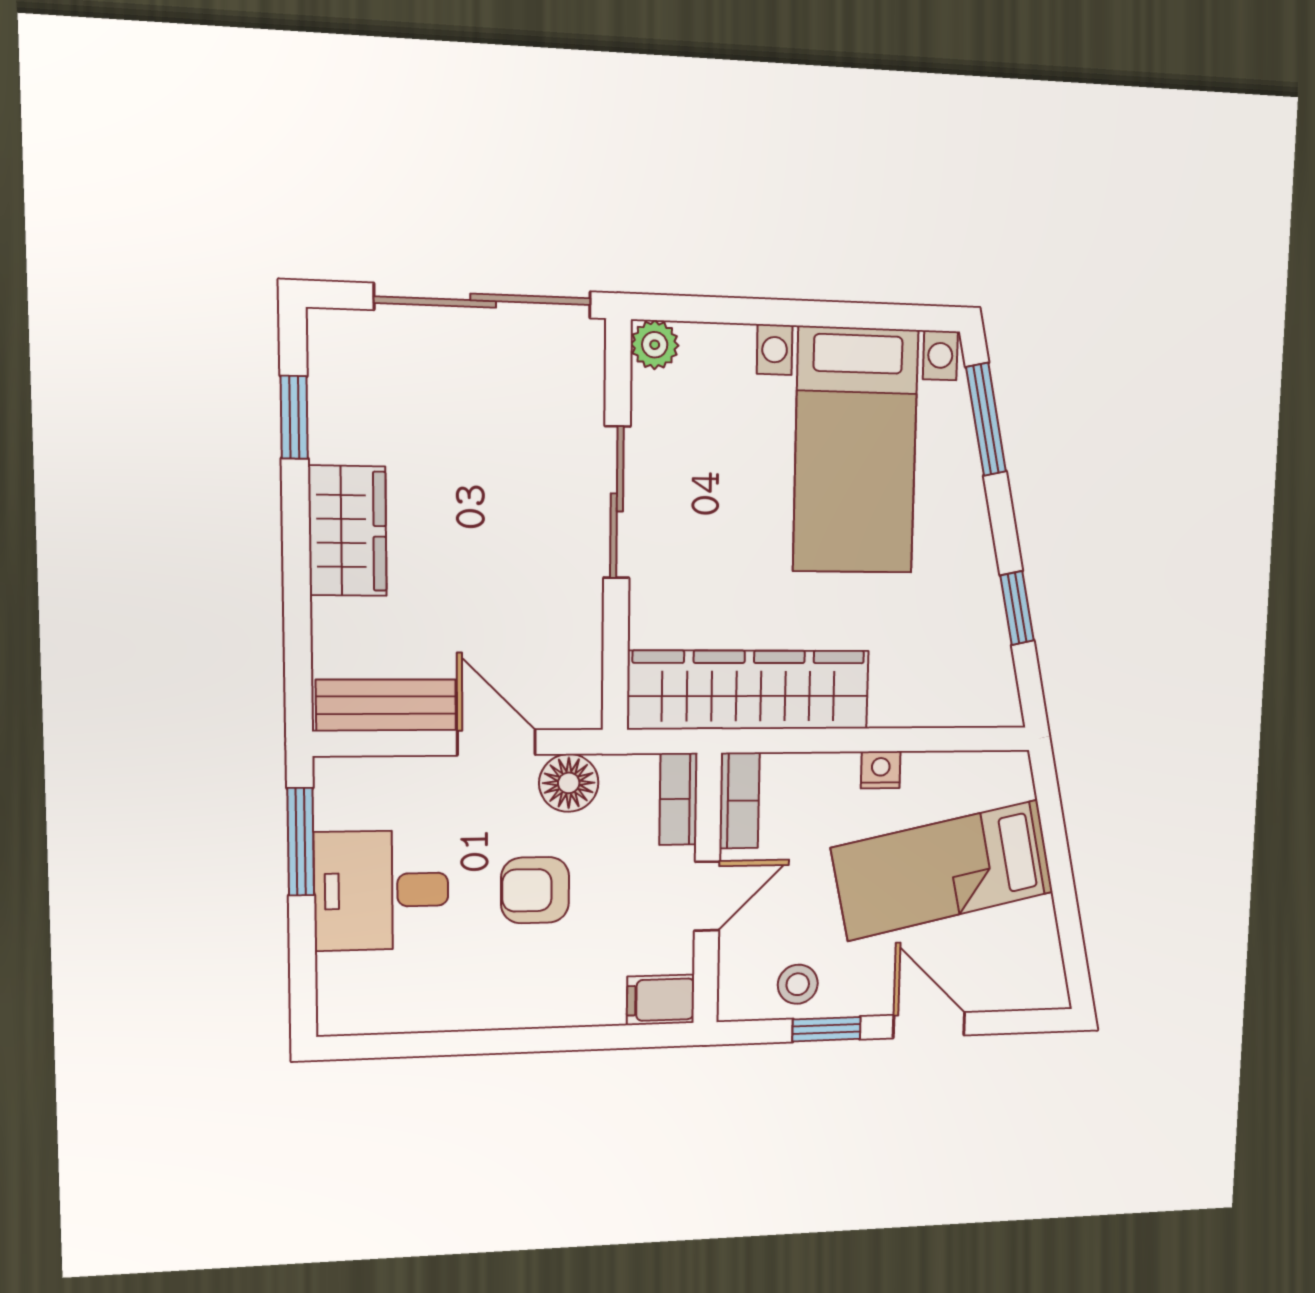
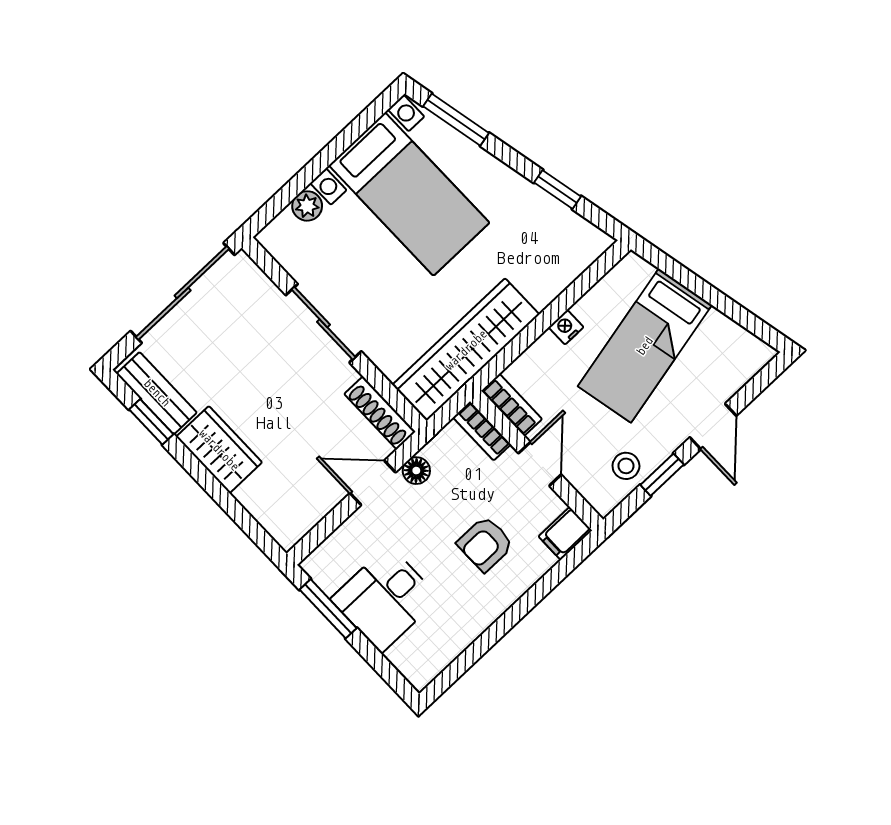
plant: (655, 345) -> (307, 206), moved
shoe rack: (582, 669) -> (380, 413), added
bench: (386, 705) -> (157, 393), moved, turned 90
floor lamp: (569, 783) -> (416, 471), width x0.73, depth x0.73
armchair: (535, 890) -> (485, 544), moved
door: (929, 1025) -> (713, 426), swing flipped

